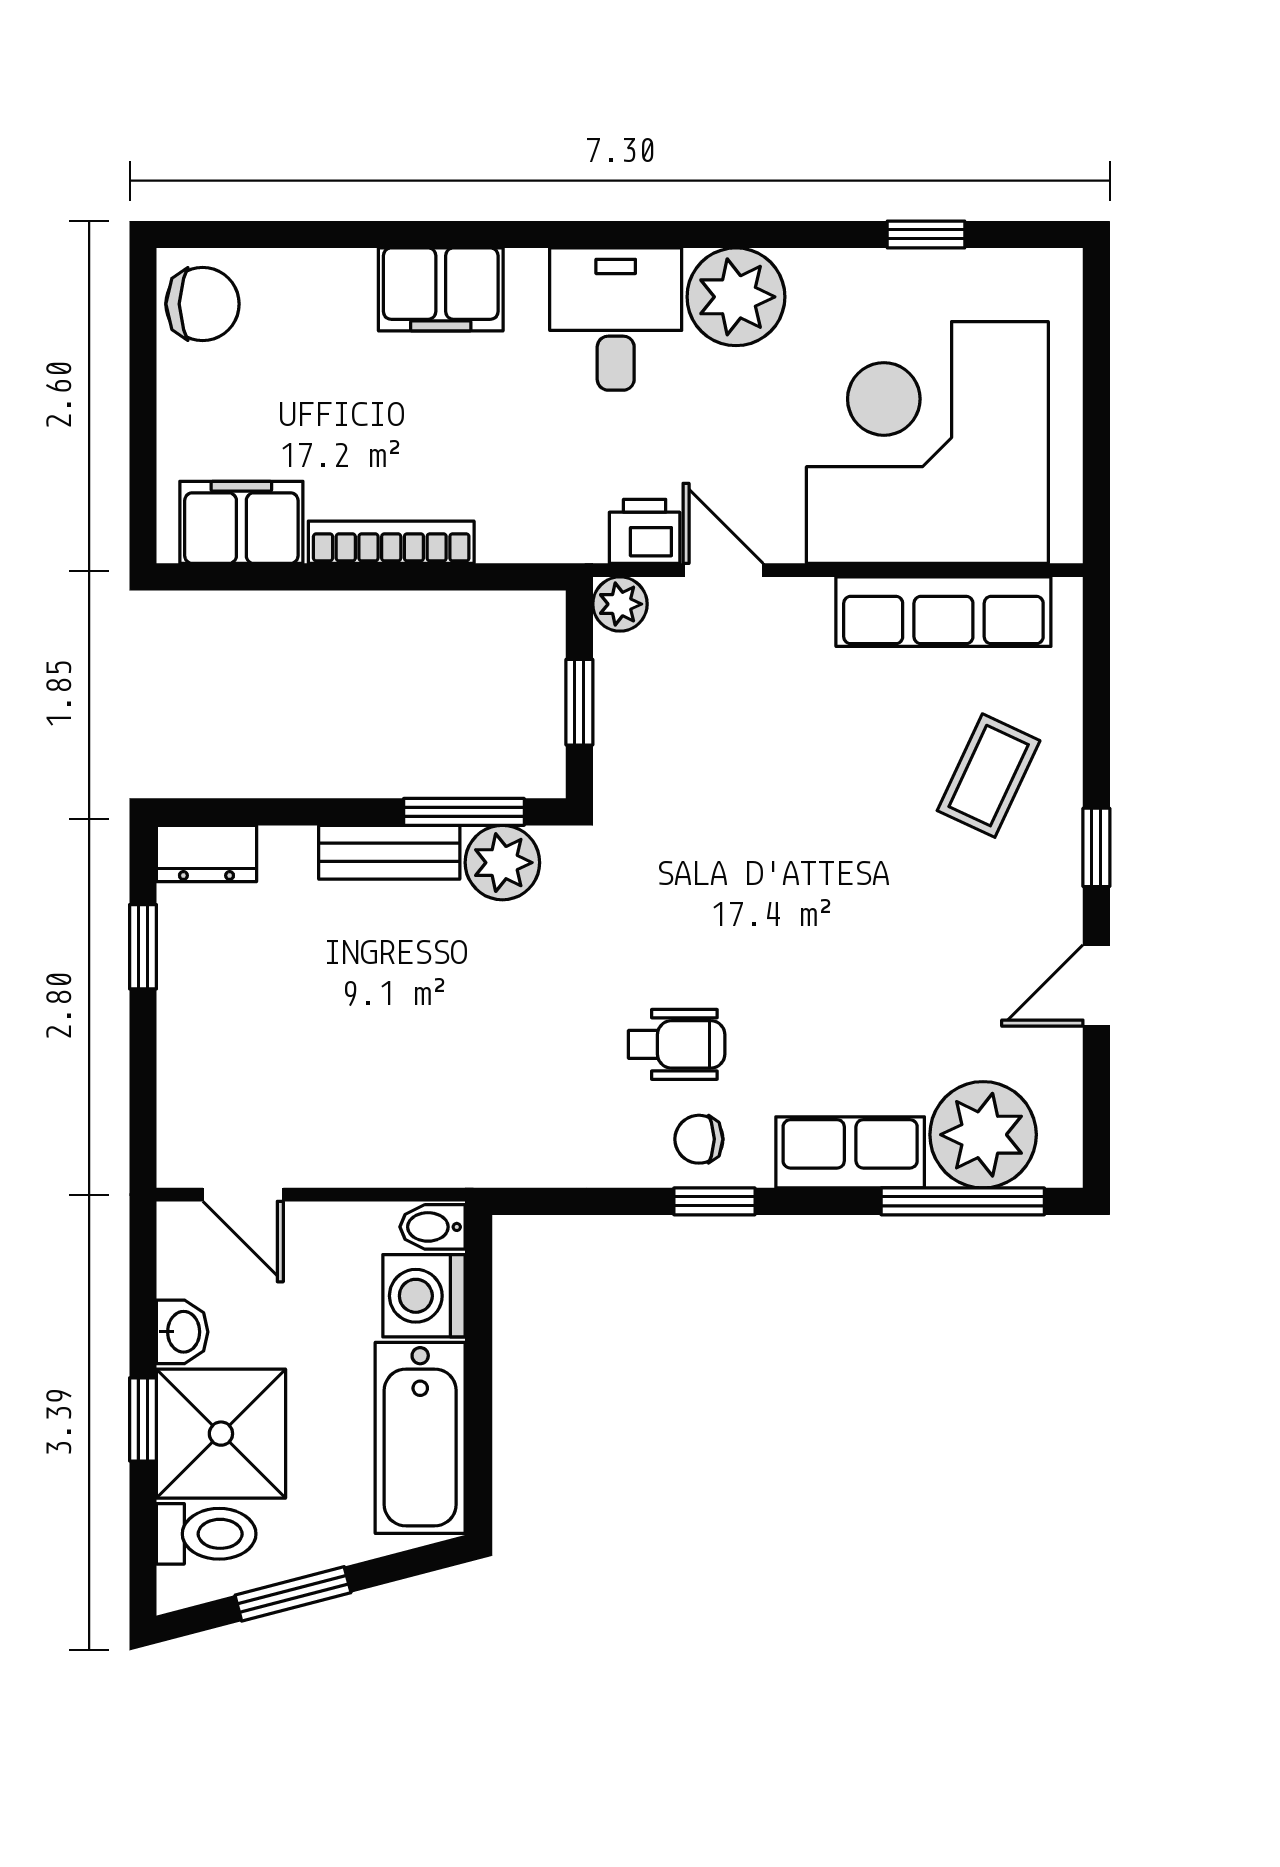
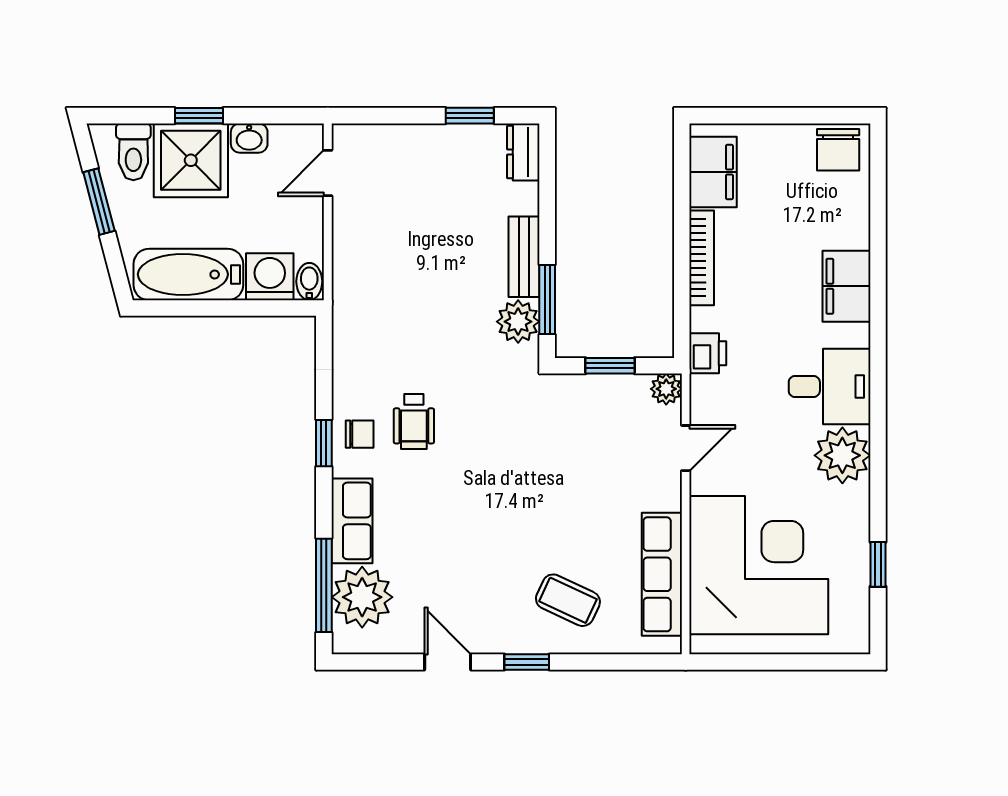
printer: (645, 531) -> (708, 353), moved
chair: (699, 1139) -> (360, 434), turned 90

